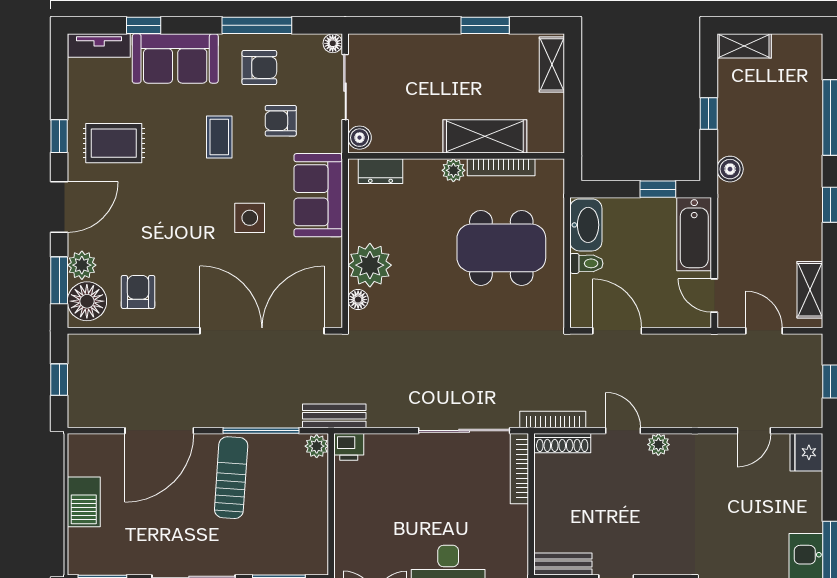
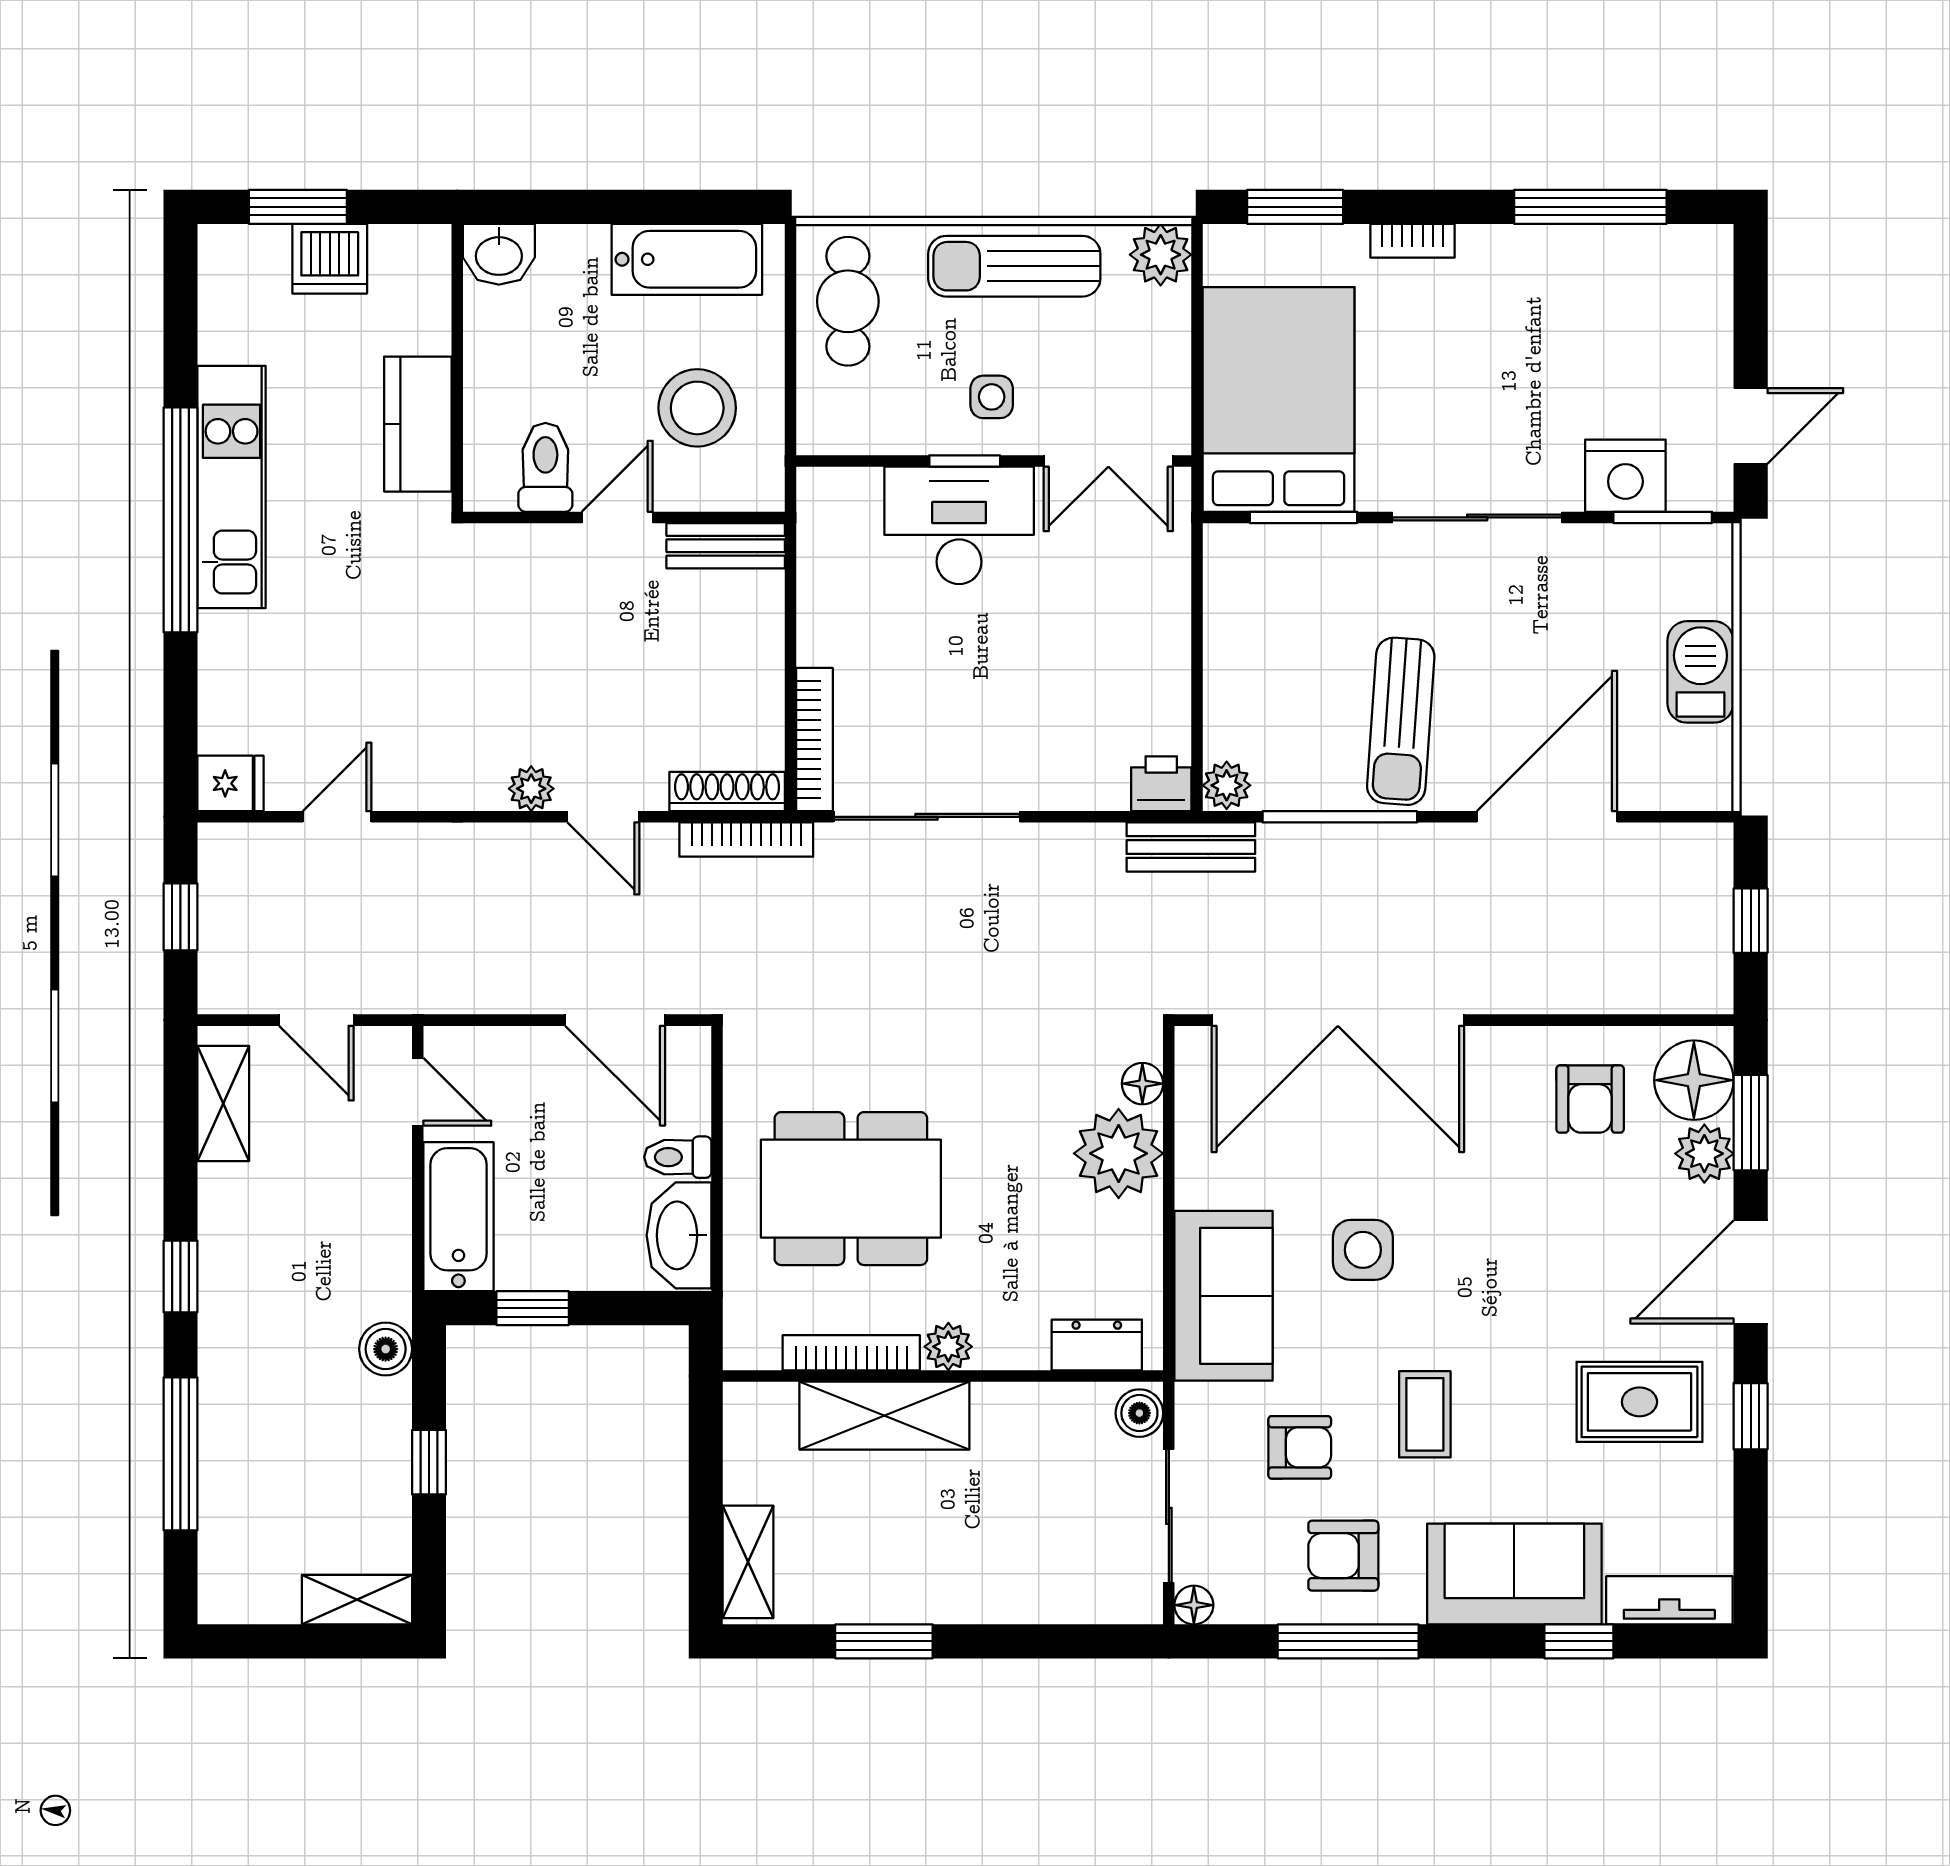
fridge: (806, 452) -> (231, 783), width x0.72

